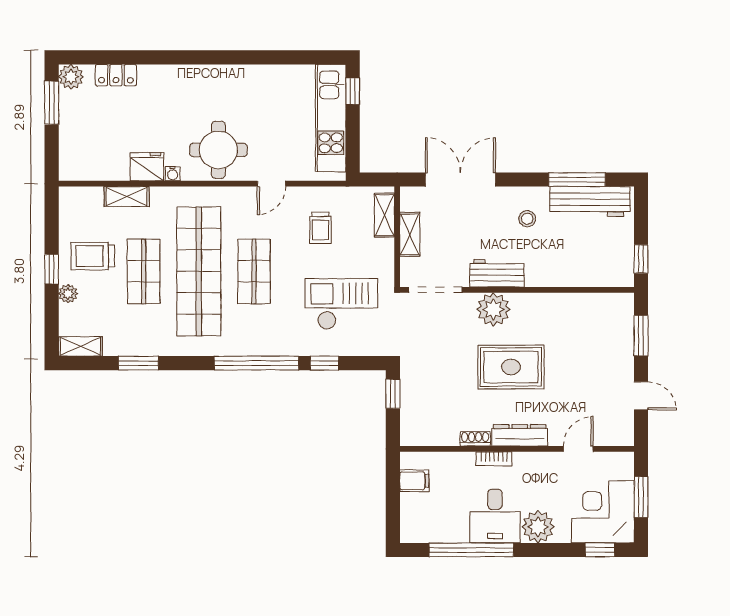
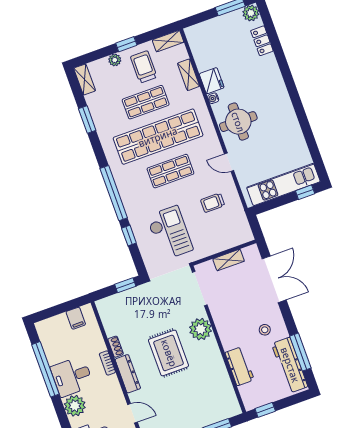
shelving: (384, 215) -> (168, 41), moved
workbench: (497, 273) -> (240, 366), moved

